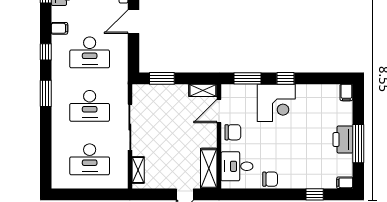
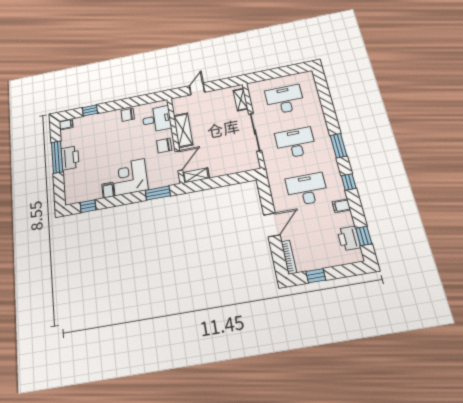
window: (162, 78) -> (235, 179), removed
window: (286, 78) -> (88, 206), moved
filing cabinet: (346, 92) -> (108, 190), moved
shelving: (209, 168) -> (183, 130), moved

